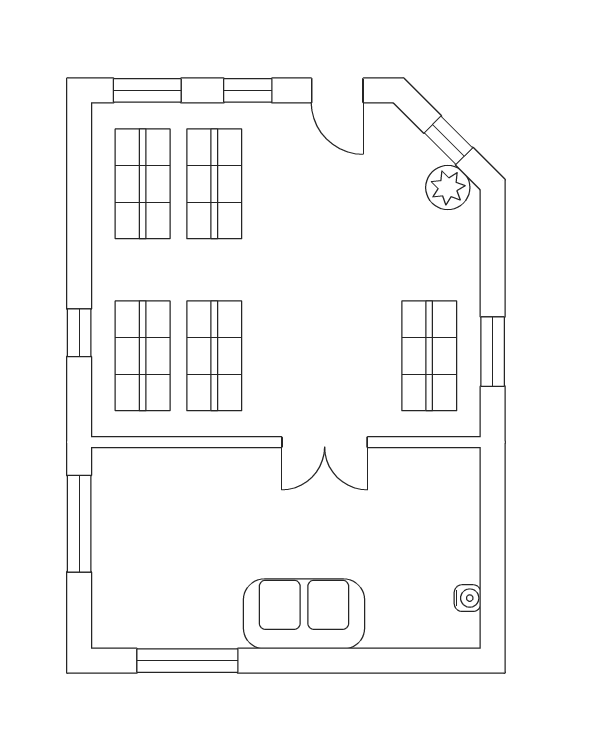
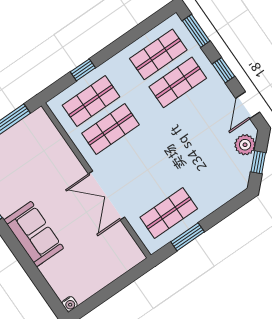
plant: (448, 188) -> (245, 145), moved
double door: (325, 442) -> (107, 196), width x1.37
water cooler: (468, 598) -> (70, 304), moved

